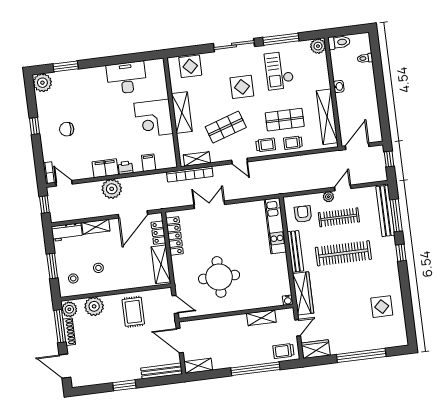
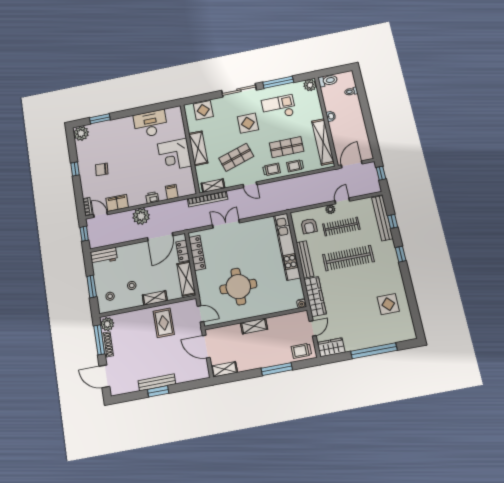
checkout: (279, 71) -> (279, 107), turned 90
filing cabinet: (105, 168) -> (117, 203), moved
armchair: (303, 214) -> (309, 226), turned 180
window: (396, 215) -> (393, 221), width x0.46
kitchen unit: (275, 226) -> (287, 247), width x1.36
shelving: (96, 227) -> (155, 298), moved
plant: (94, 306) -> (129, 320), removed
shelving: (261, 318) -> (254, 326), moved
window: (255, 369) -> (277, 369), width x0.68
bench: (161, 371) -> (157, 382), moved

